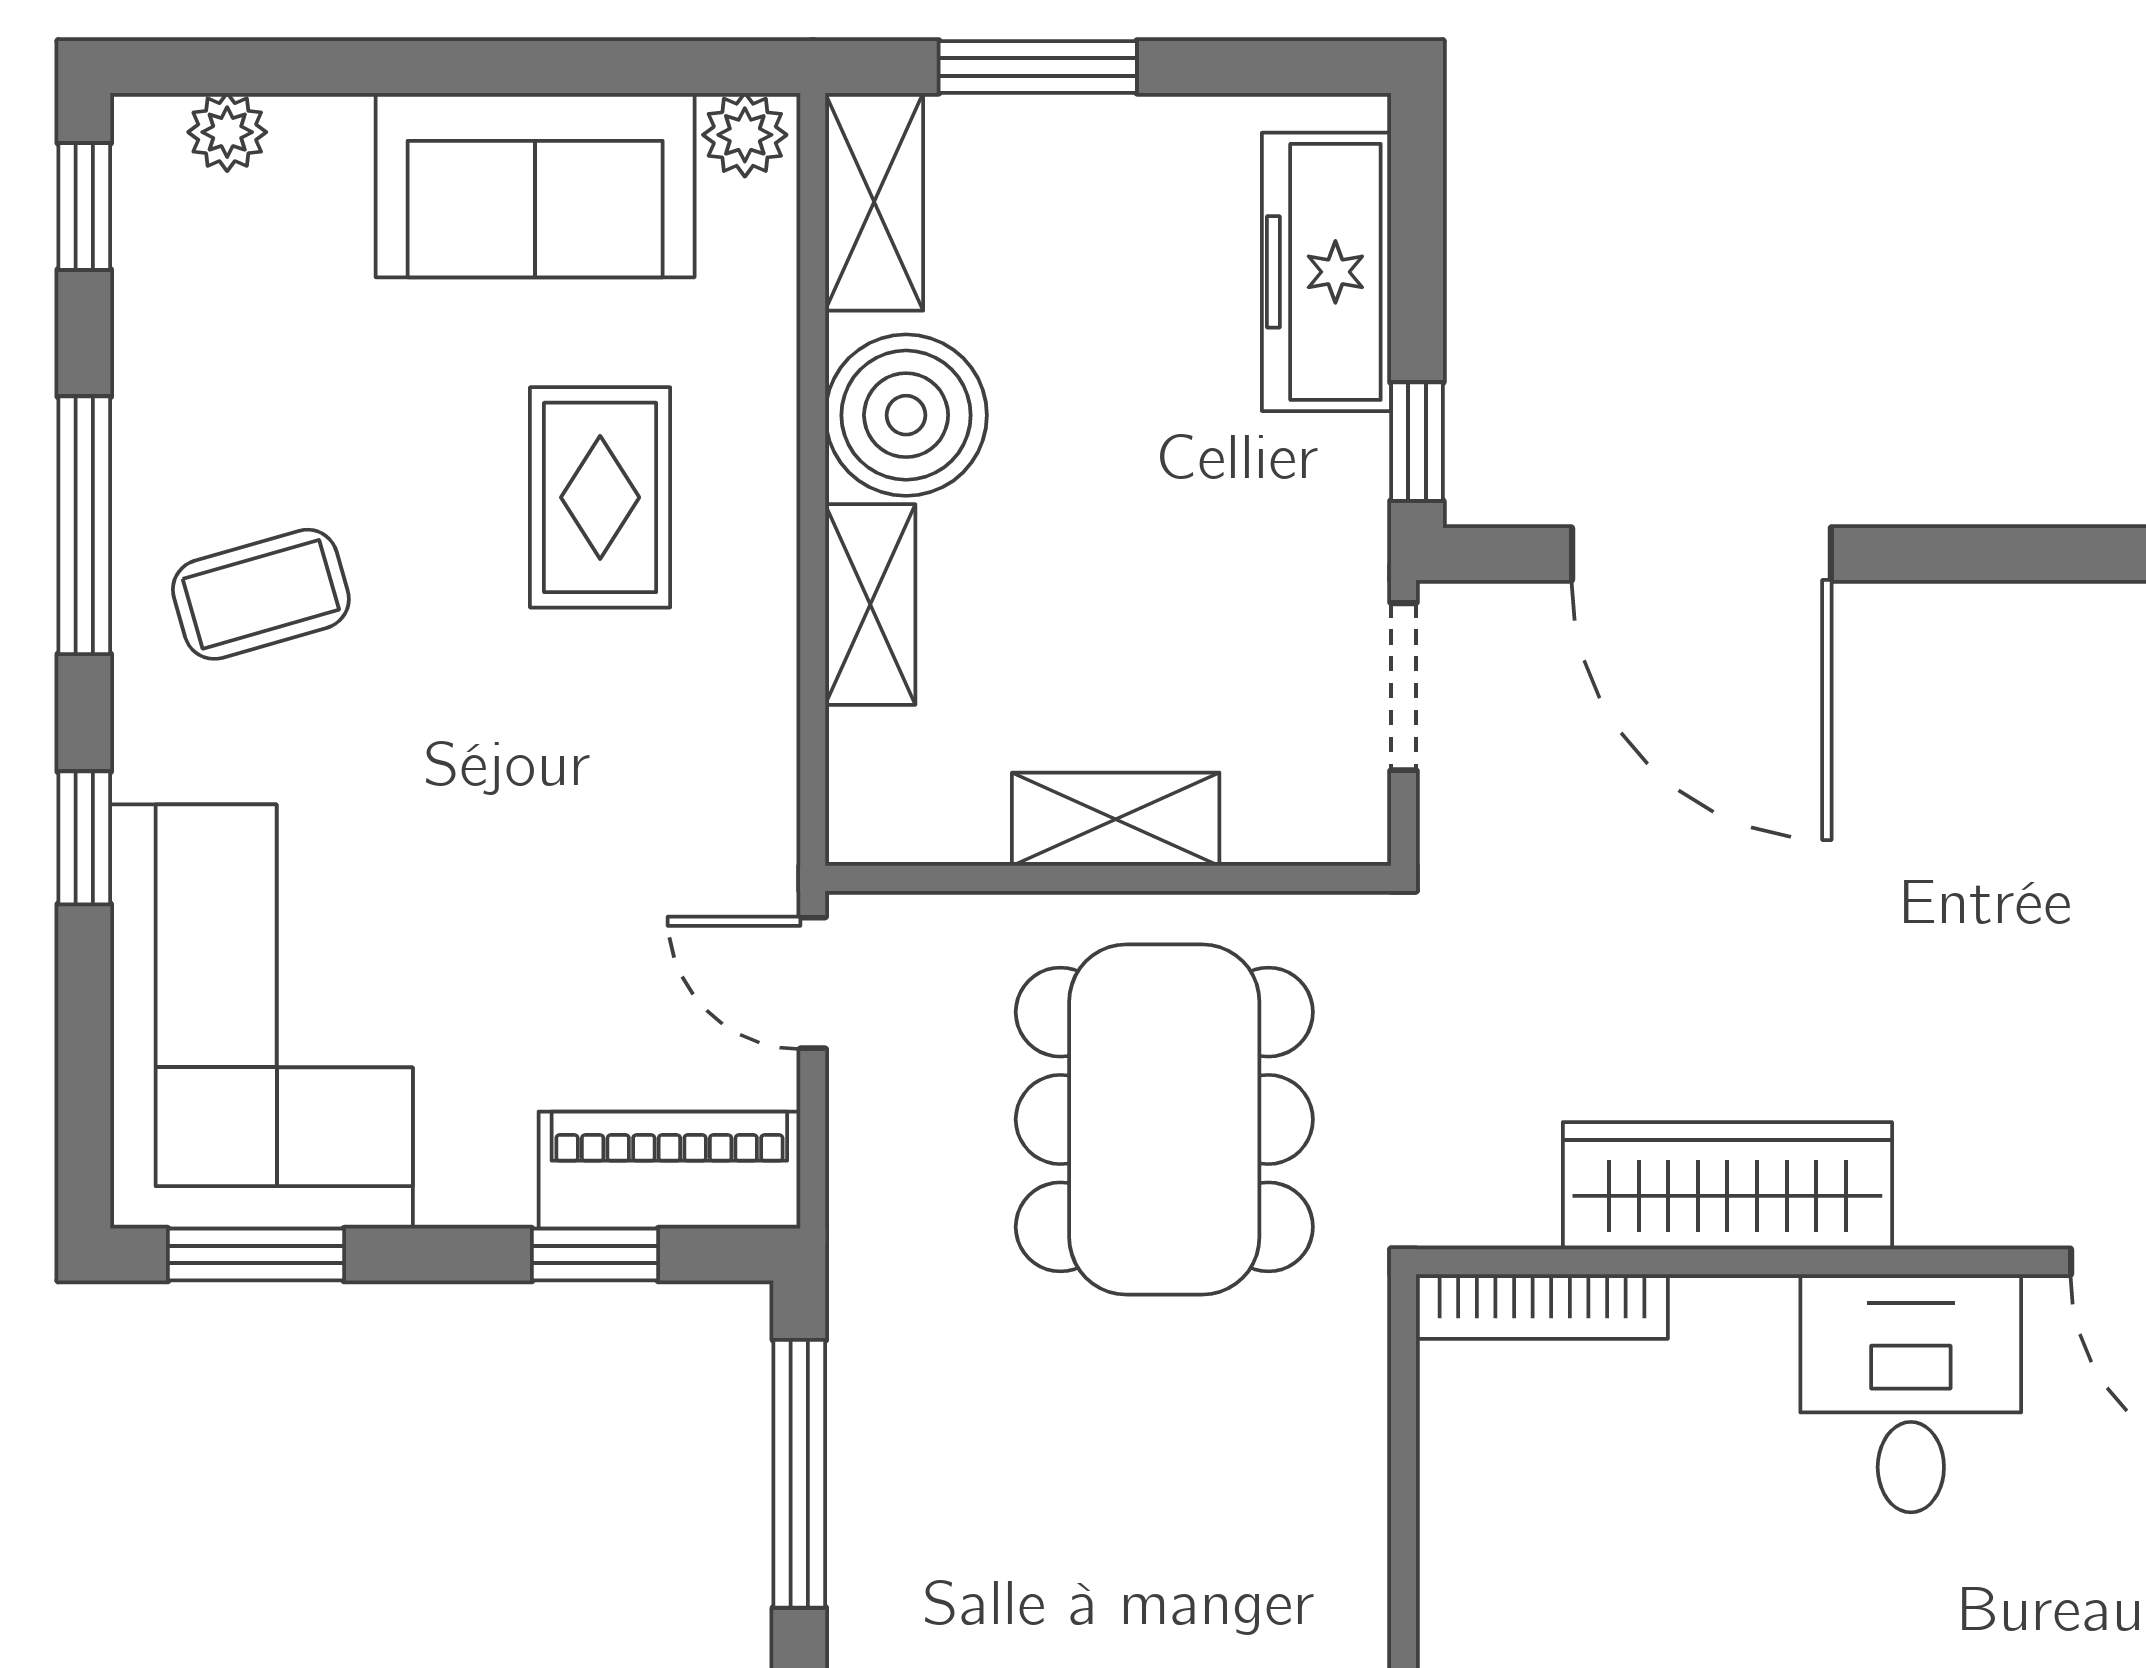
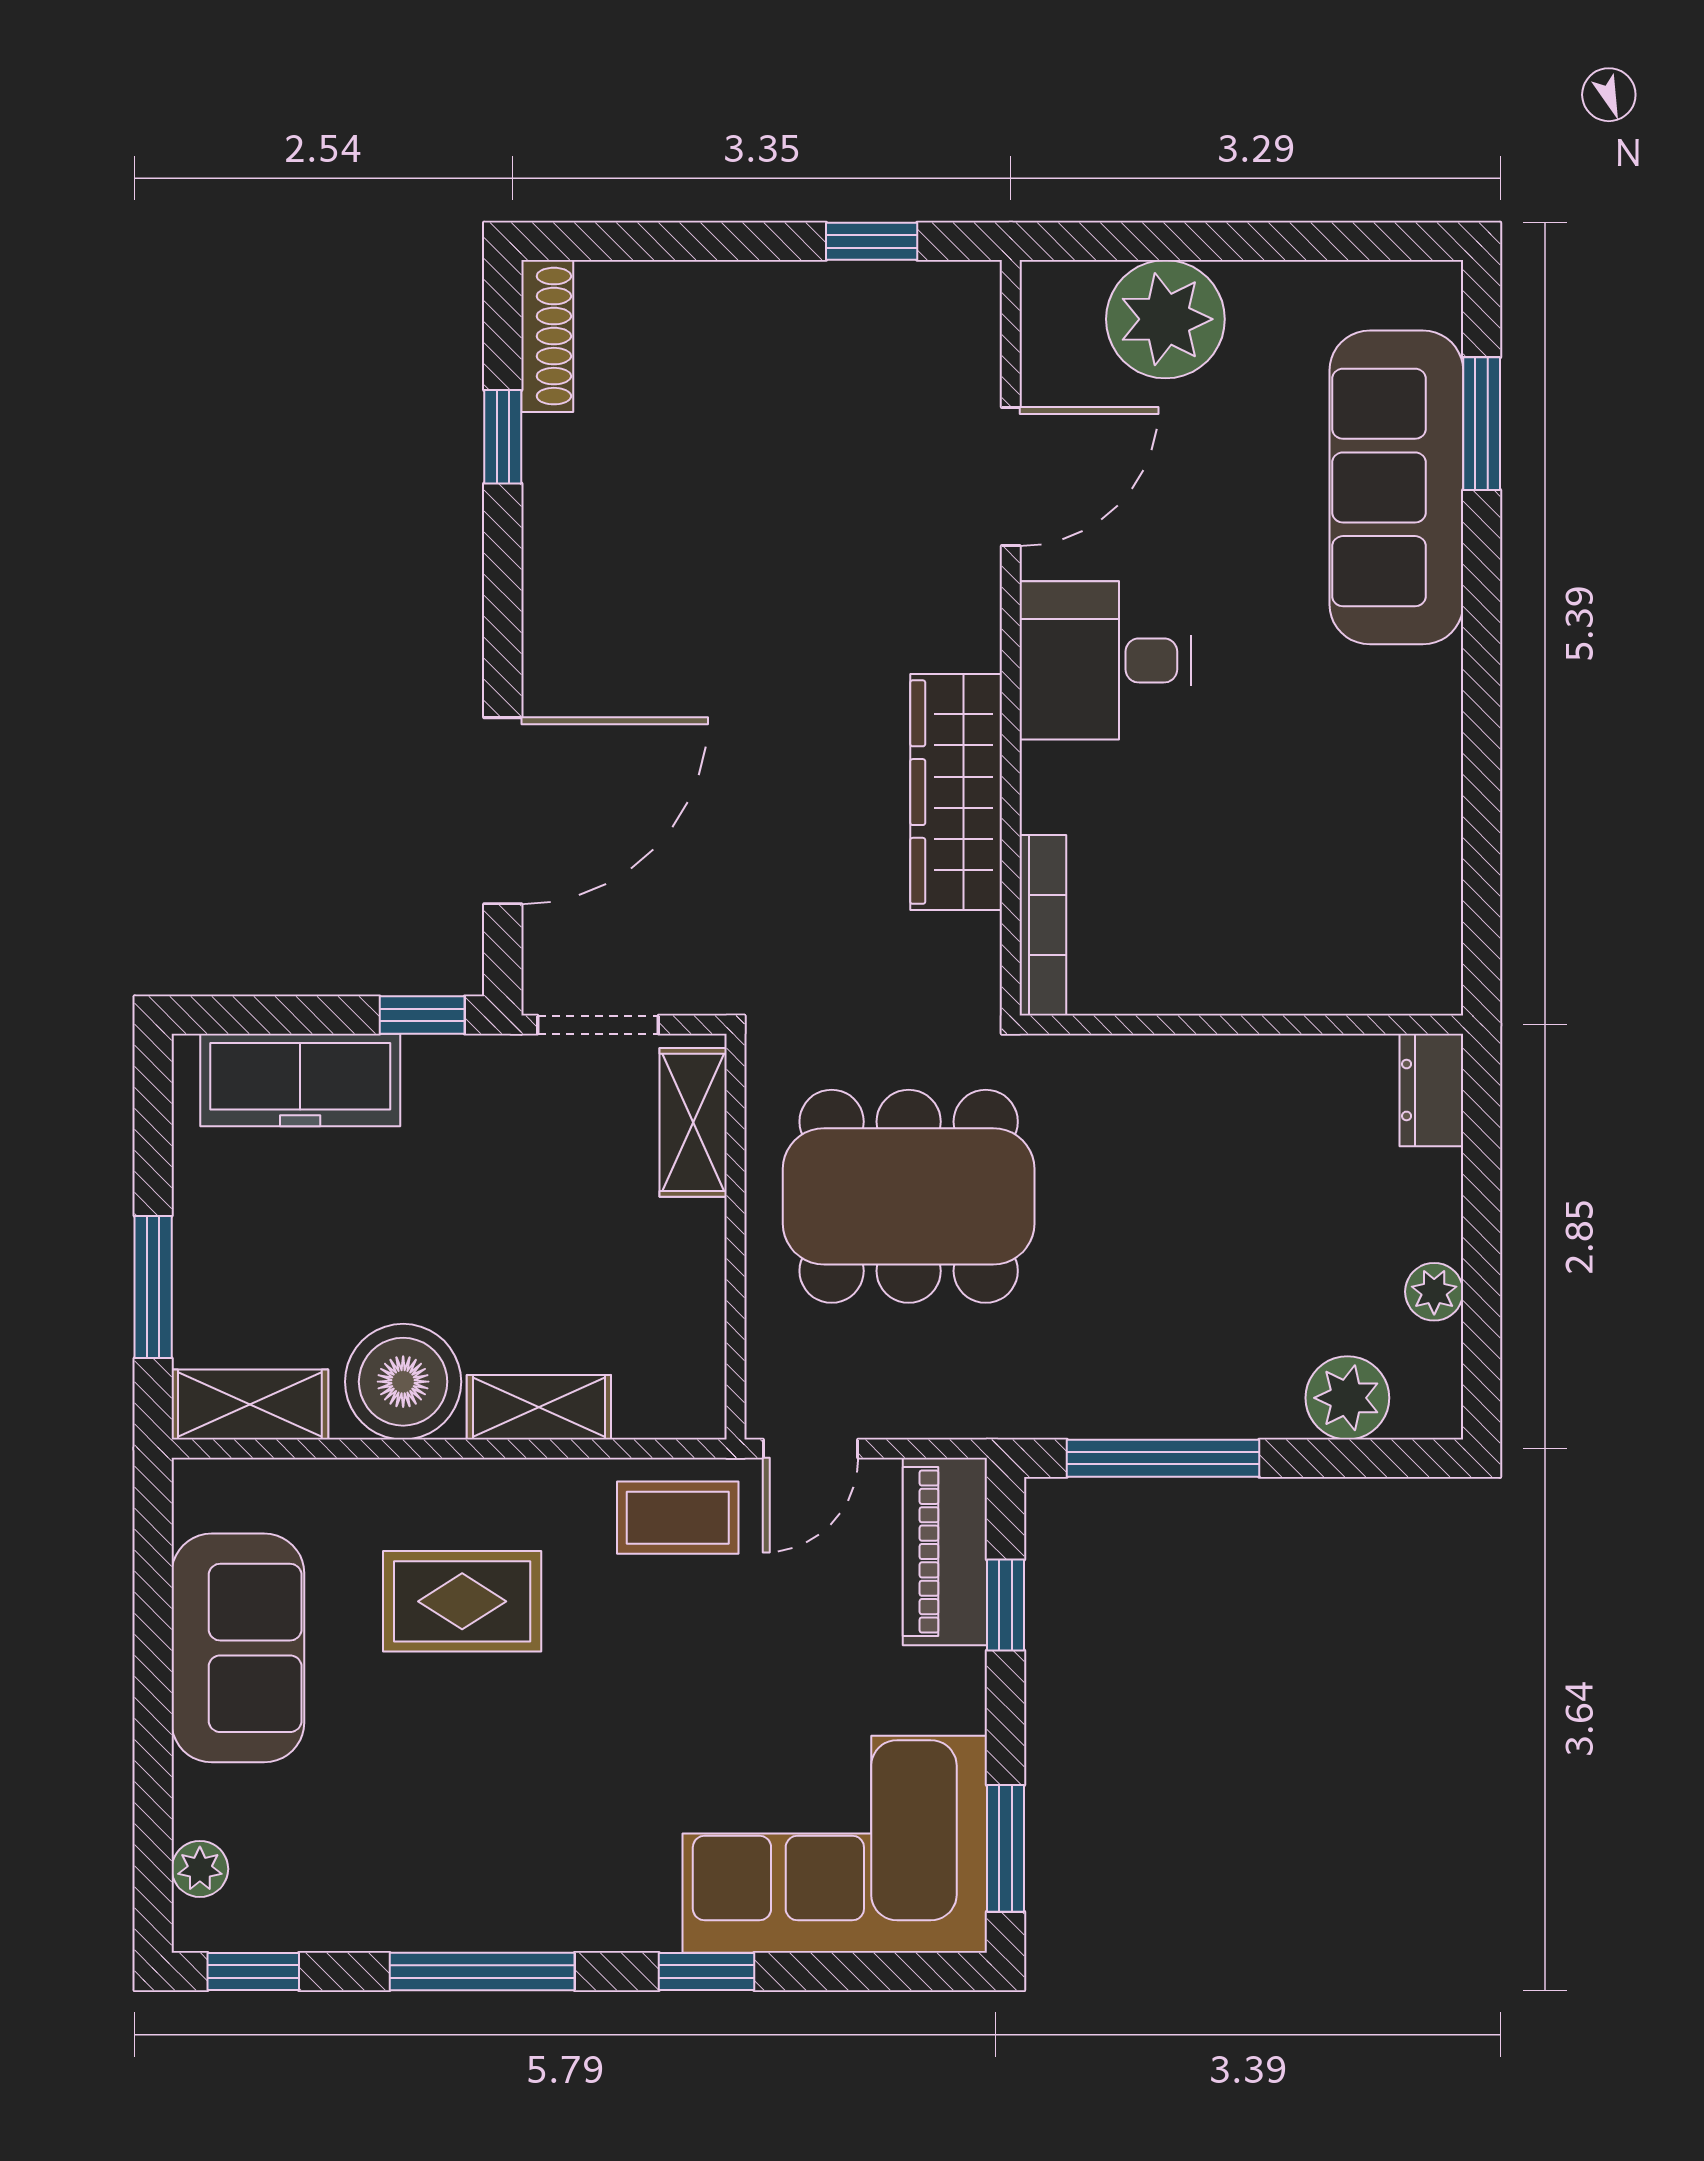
plant: (745, 135) -> (202, 1497), removed
coffee table: (261, 594) -> (678, 1518), moved, turned -74
shelving: (1116, 819) -> (693, 1122), moved

